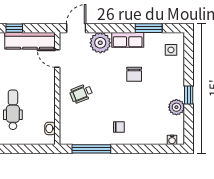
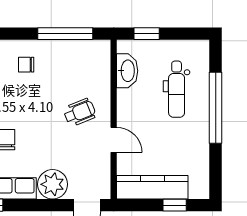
door: (57, 58) -> (114, 140), moved
washbasin: (50, 128) -> (127, 71), width x1.91, depth x1.45
window: (34, 149) -> (147, 34), added

